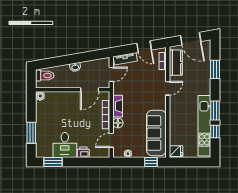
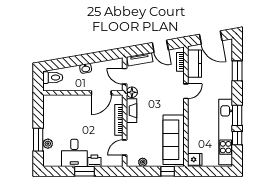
door: (111, 74) -> (125, 76), swing flipped
plant: (40, 96) -> (48, 144), moved
floor lamp: (118, 123) -> (132, 92), moved
window: (53, 162) -> (84, 171), moved

